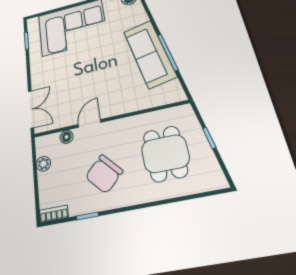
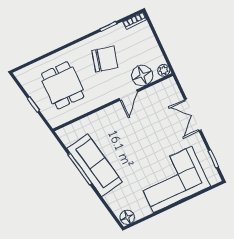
double door: (31, 109) -> (193, 115), moved
floor lamp: (67, 137) -> (142, 76), width x1.89, depth x1.89
plant: (43, 164) -> (164, 70), moved
chair: (104, 174) -> (105, 59), turned 57

